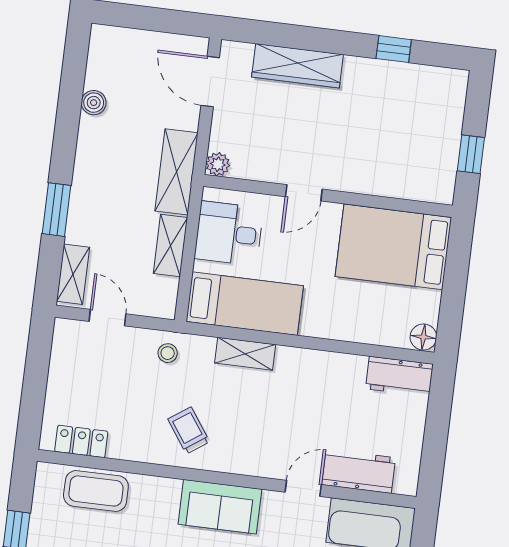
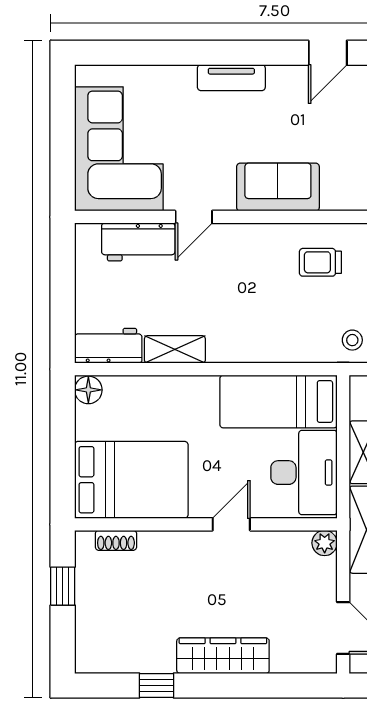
wardrobe: (297, 66) -> (223, 656), moved
shoe rack: (415, 191) -> (116, 540), added
desk: (229, 233) -> (304, 473), width x1.37
shelving: (245, 354) -> (175, 349), moved
trolley: (189, 430) -> (320, 262), turned 125

